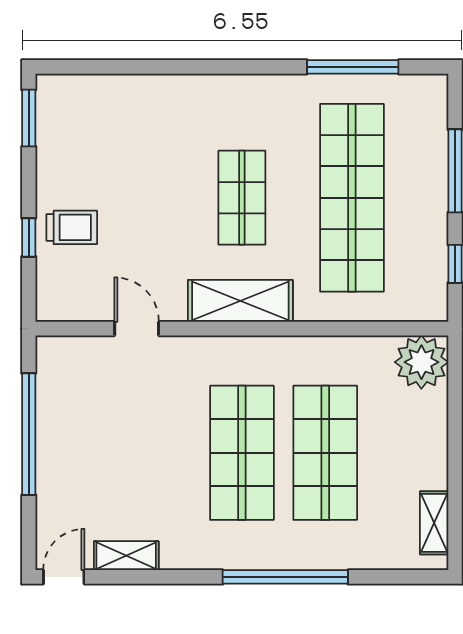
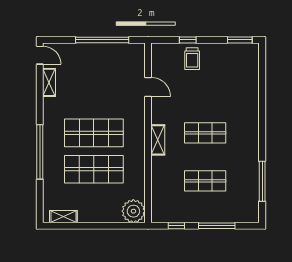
shop shelf: (352, 198) -> (205, 181), width x0.50, depth x0.74
shelving: (240, 301) -> (158, 140), width x0.67, depth x0.75
door: (137, 329) -> (148, 87), hinge flipped

